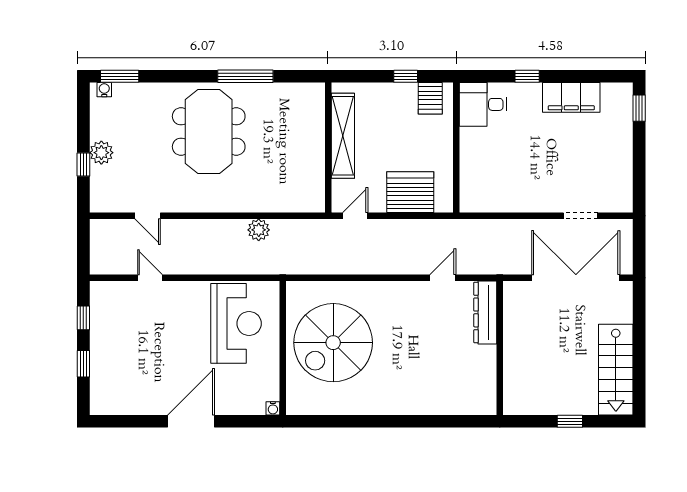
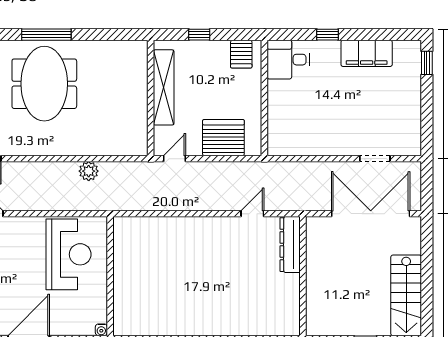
window: (245, 76) -> (46, 35), moved
window: (406, 76) -> (199, 35), moved
spiral stairs: (333, 343) -> (155, 271), removed

